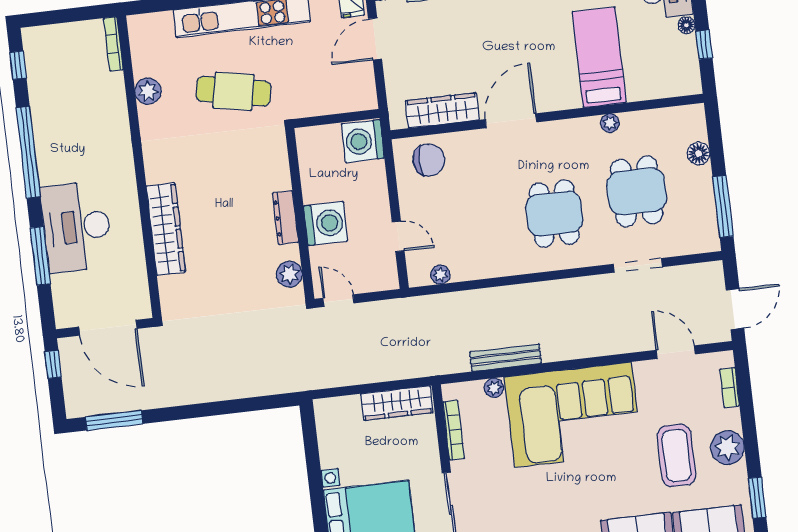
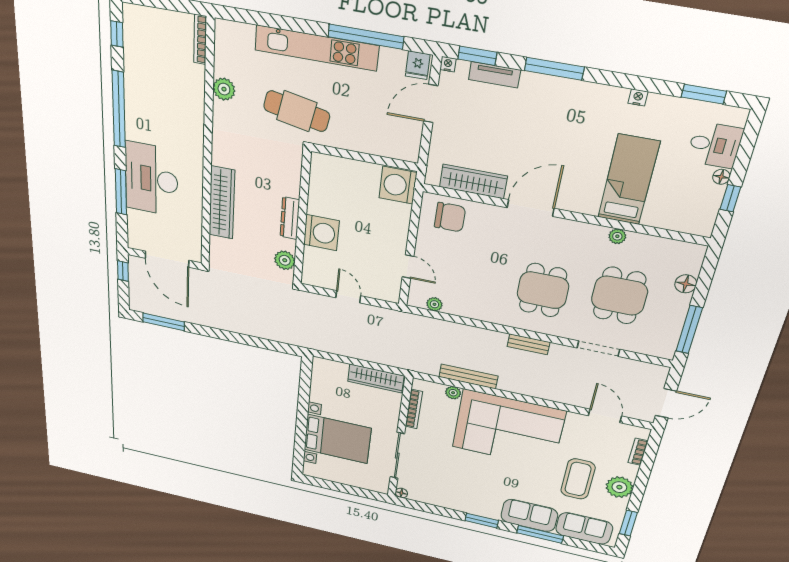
wall: (300, 214) -> (302, 219), moved
dresser: (285, 218) -> (290, 218), moved
washing machine: (326, 223) -> (321, 233), moved
plant: (289, 274) -> (285, 260), moved
bench: (560, 288) -> (529, 344), added

